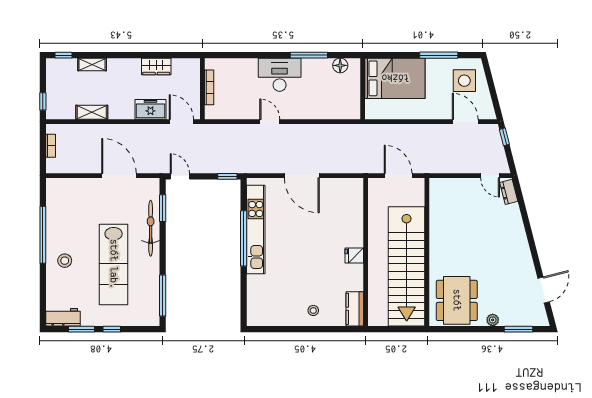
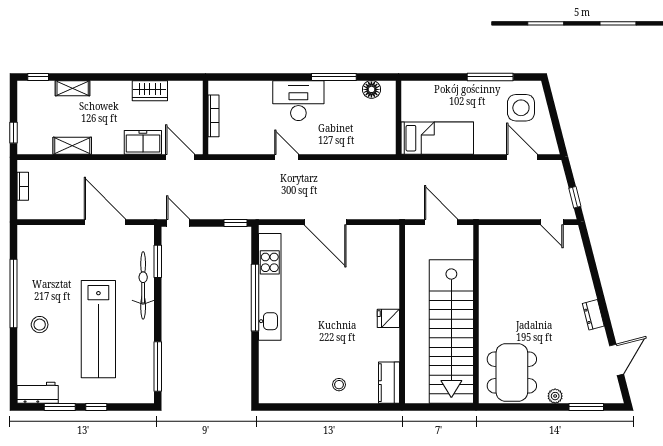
bed: (395, 78) -> (437, 138), moved, width x0.67
window: (504, 137) -> (575, 197), moved
dresser: (509, 192) -> (593, 315), moved

